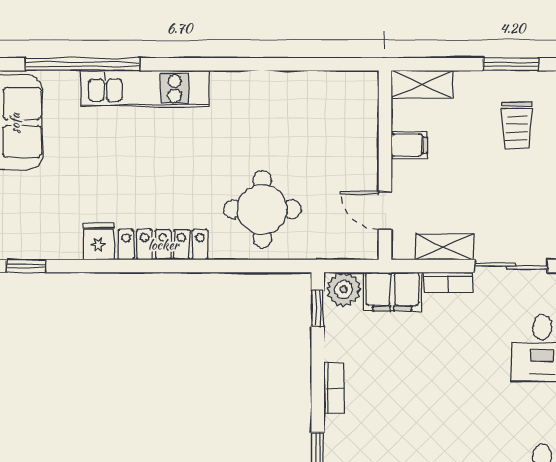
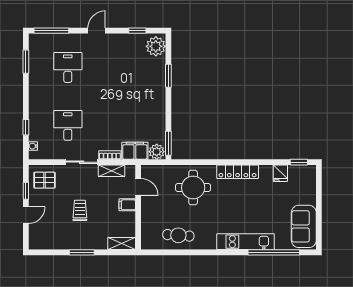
cafe table: (295, 103) -> (178, 235), added
trolley: (517, 125) -> (80, 210), moved
filing cabinet: (409, 145) -> (127, 205), moved
fridge: (99, 241) -> (280, 173), moved
window: (318, 308) -> (168, 143), width x1.50
bookcase: (334, 388) -> (161, 108), removed

